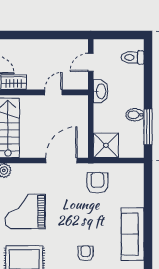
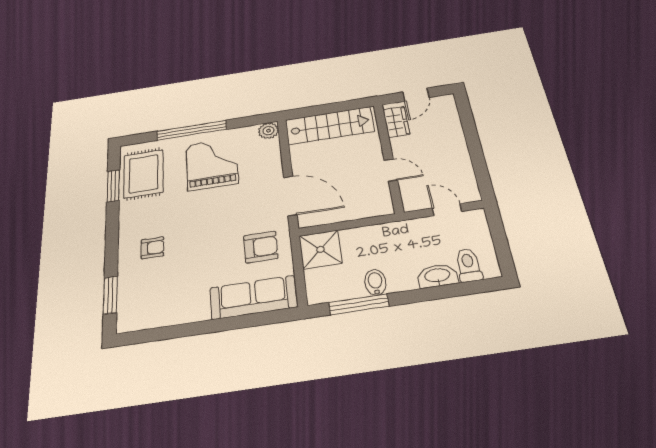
washbasin: (101, 91) -> (437, 276), moved, turned 180
sofa: (133, 234) -> (253, 297), moved

